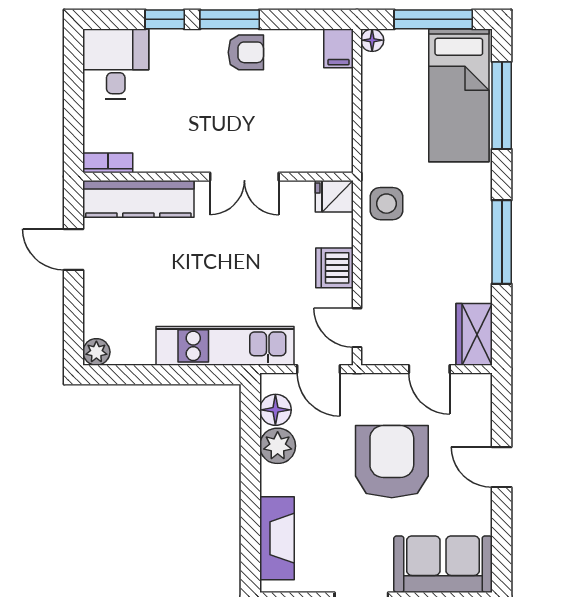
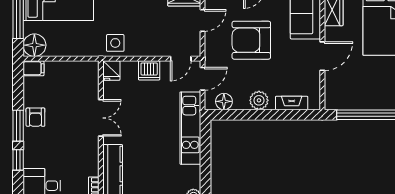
floor lamp: (372, 40) -> (34, 45), width x1.89, depth x1.89
armchair: (246, 52) -> (35, 117), turned 180
plant: (278, 446) -> (259, 100), moved
fireplace: (277, 538) -> (292, 103), width x0.73, depth x0.76

